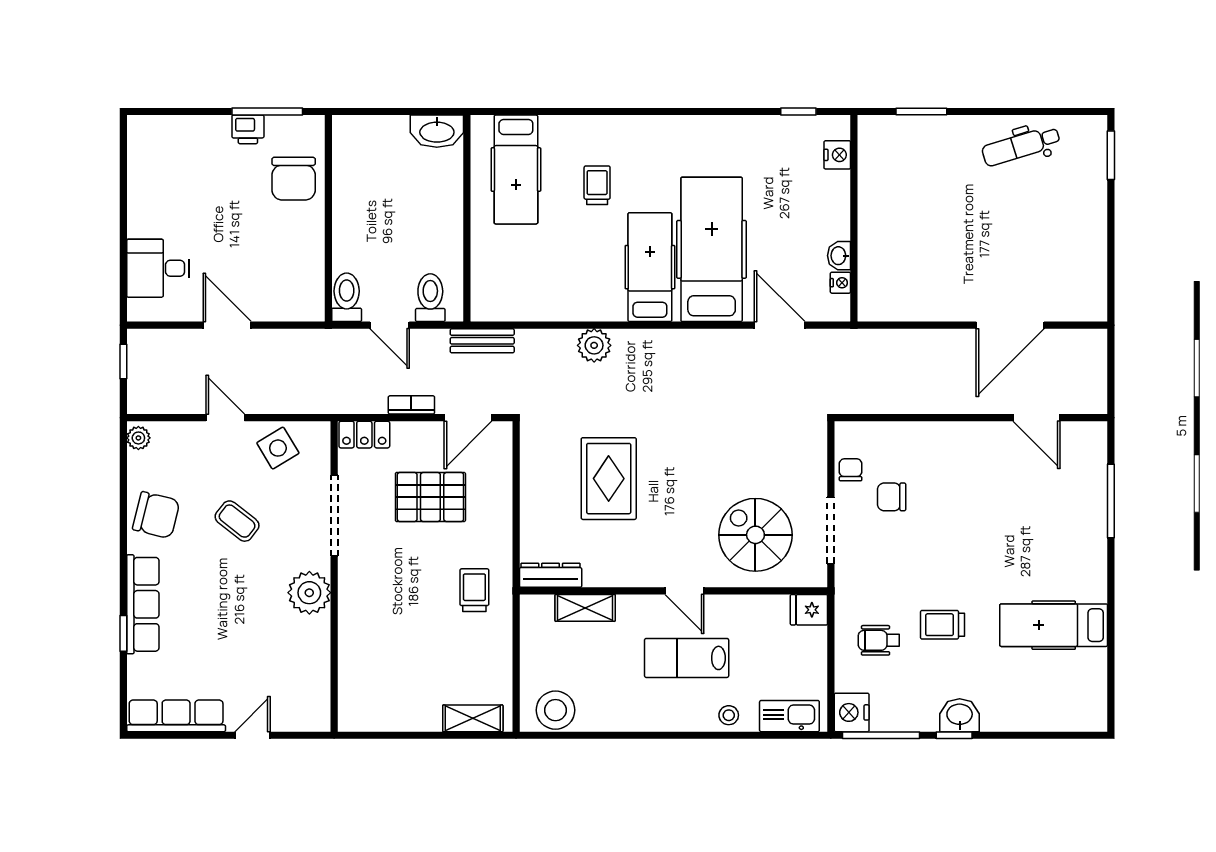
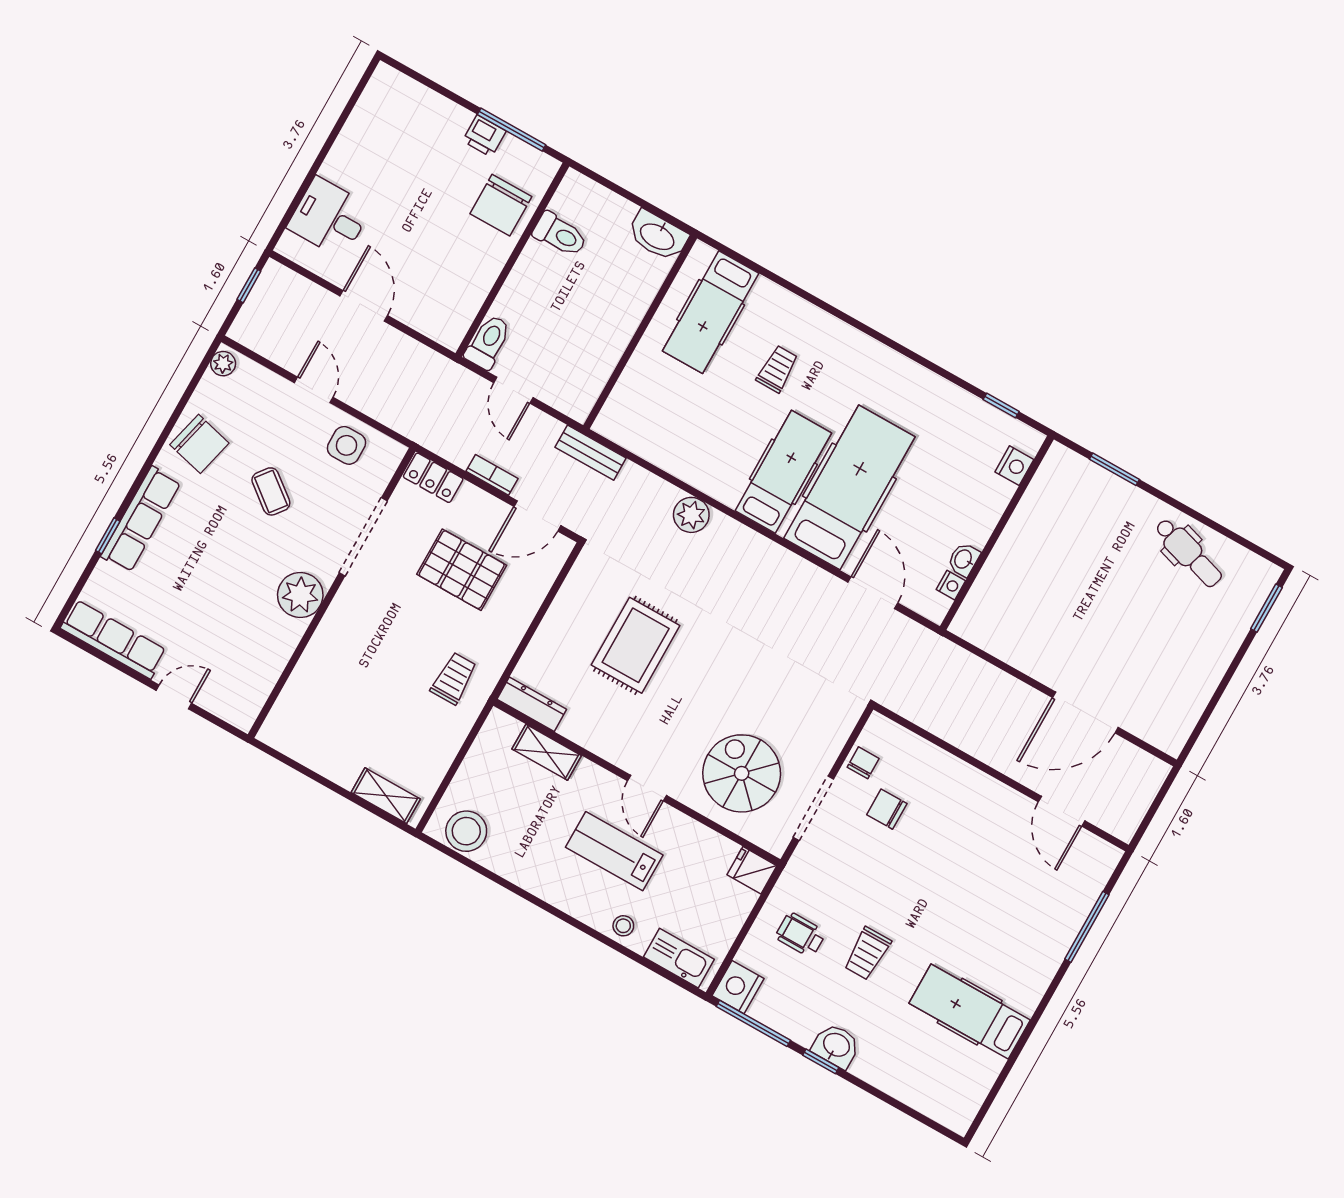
dental chair: (1021, 146) -> (1188, 553), turned -146
toilet: (430, 298) -> (560, 234), moved, turned 90
side table: (278, 448) -> (347, 445), turned 31
trolley: (943, 625) -> (867, 953), turned -90

